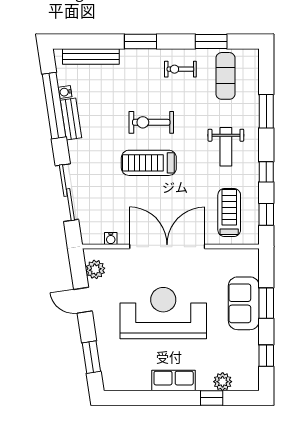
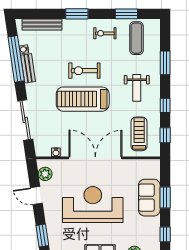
treadmill: (149, 163) -> (83, 99), width x1.37, depth x1.38

